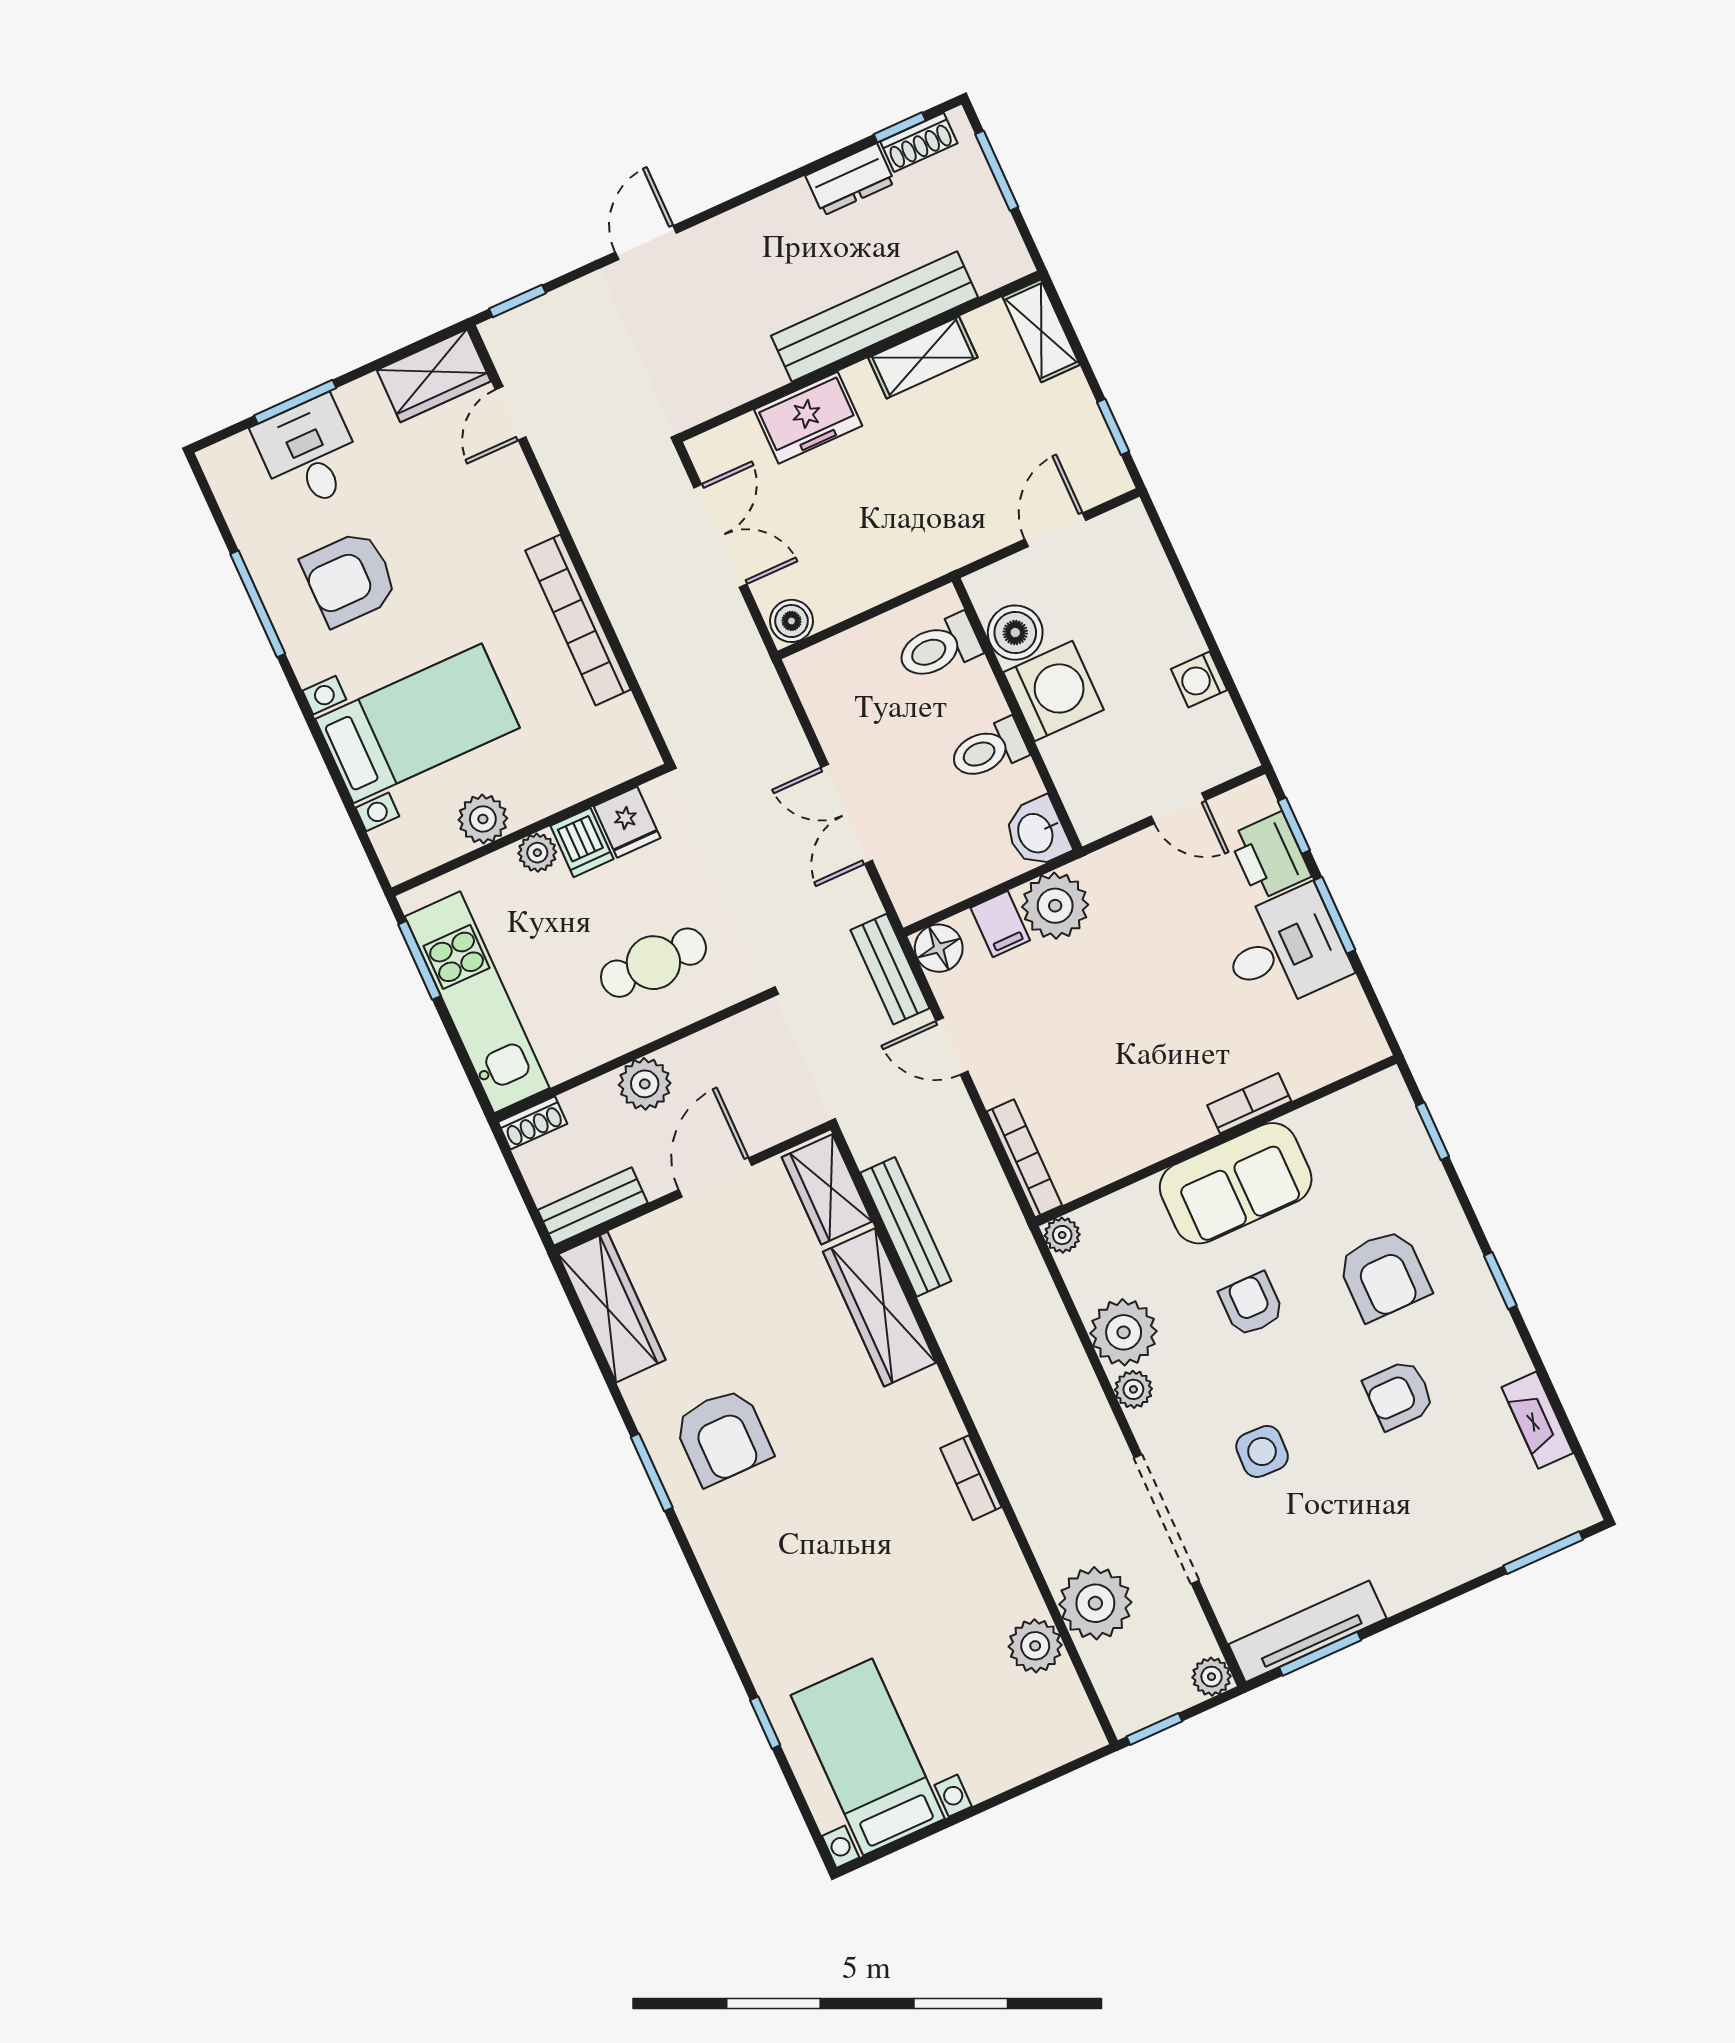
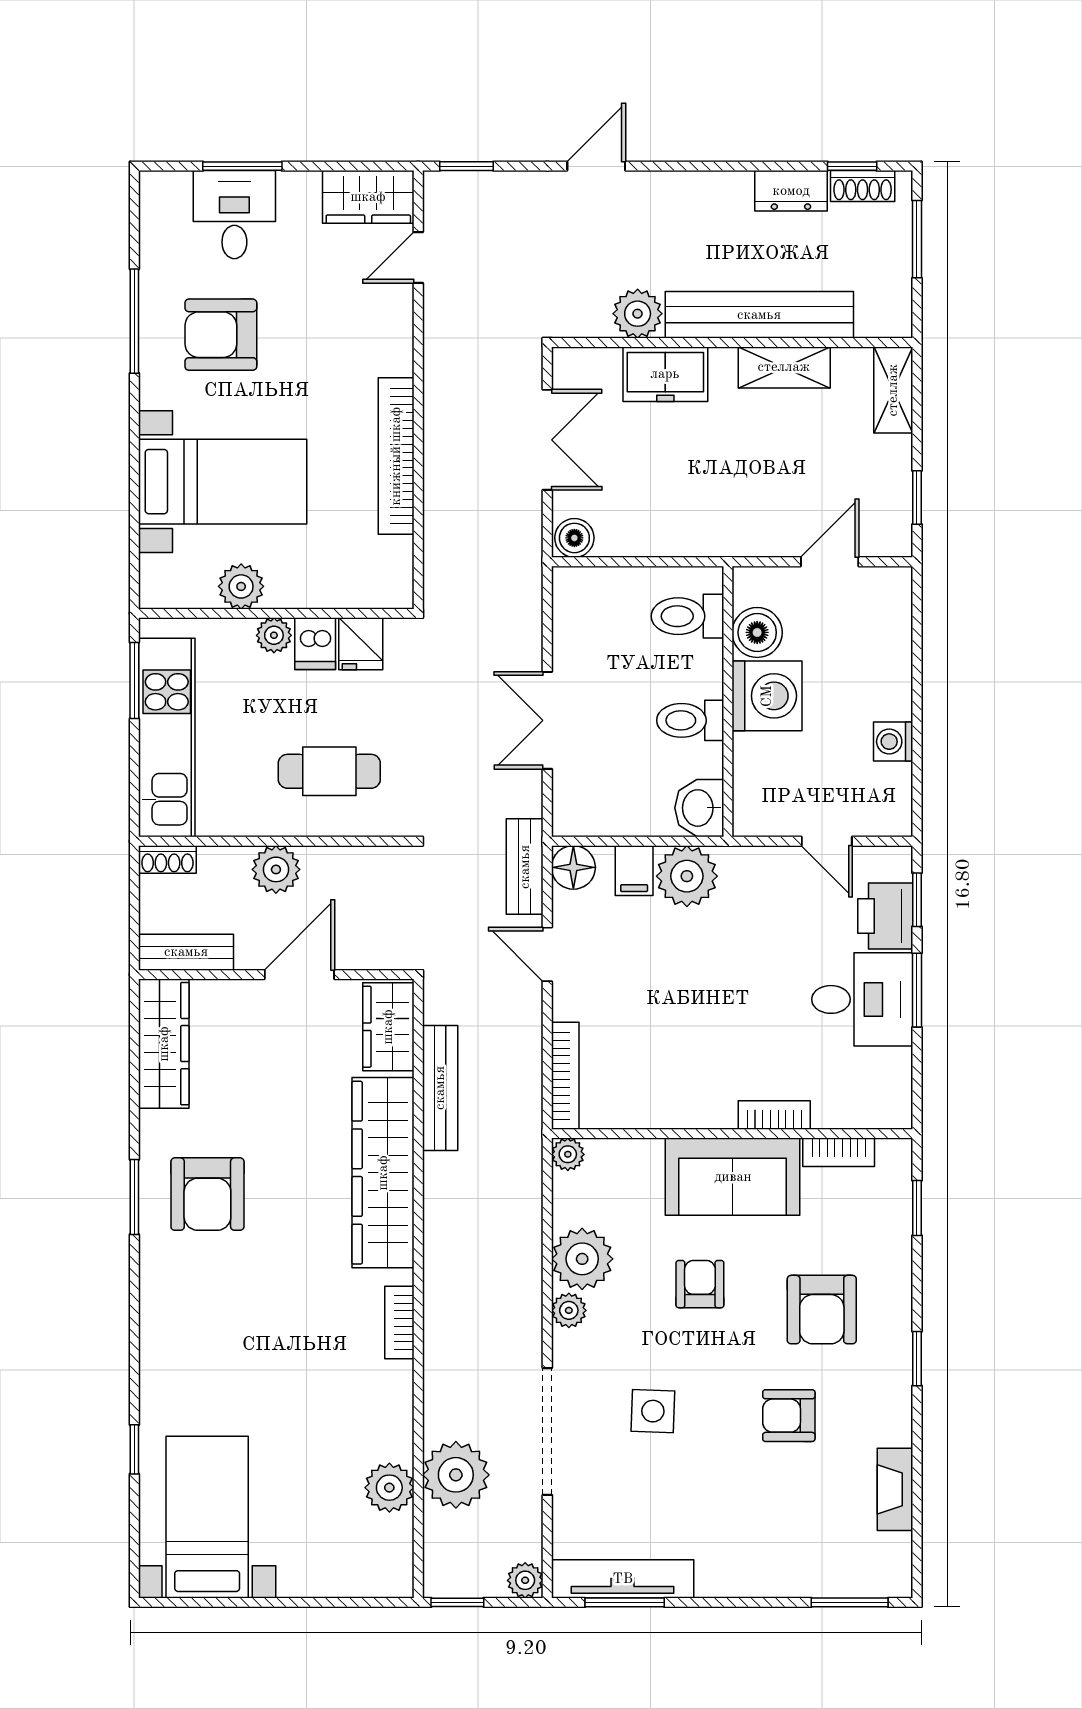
plant: (753, 370) -> (638, 314), added
bookcase: (1330, 1111) -> (839, 1152), added
wardrobe: (880, 1307) -> (383, 1173), width x1.40, depth x1.17

